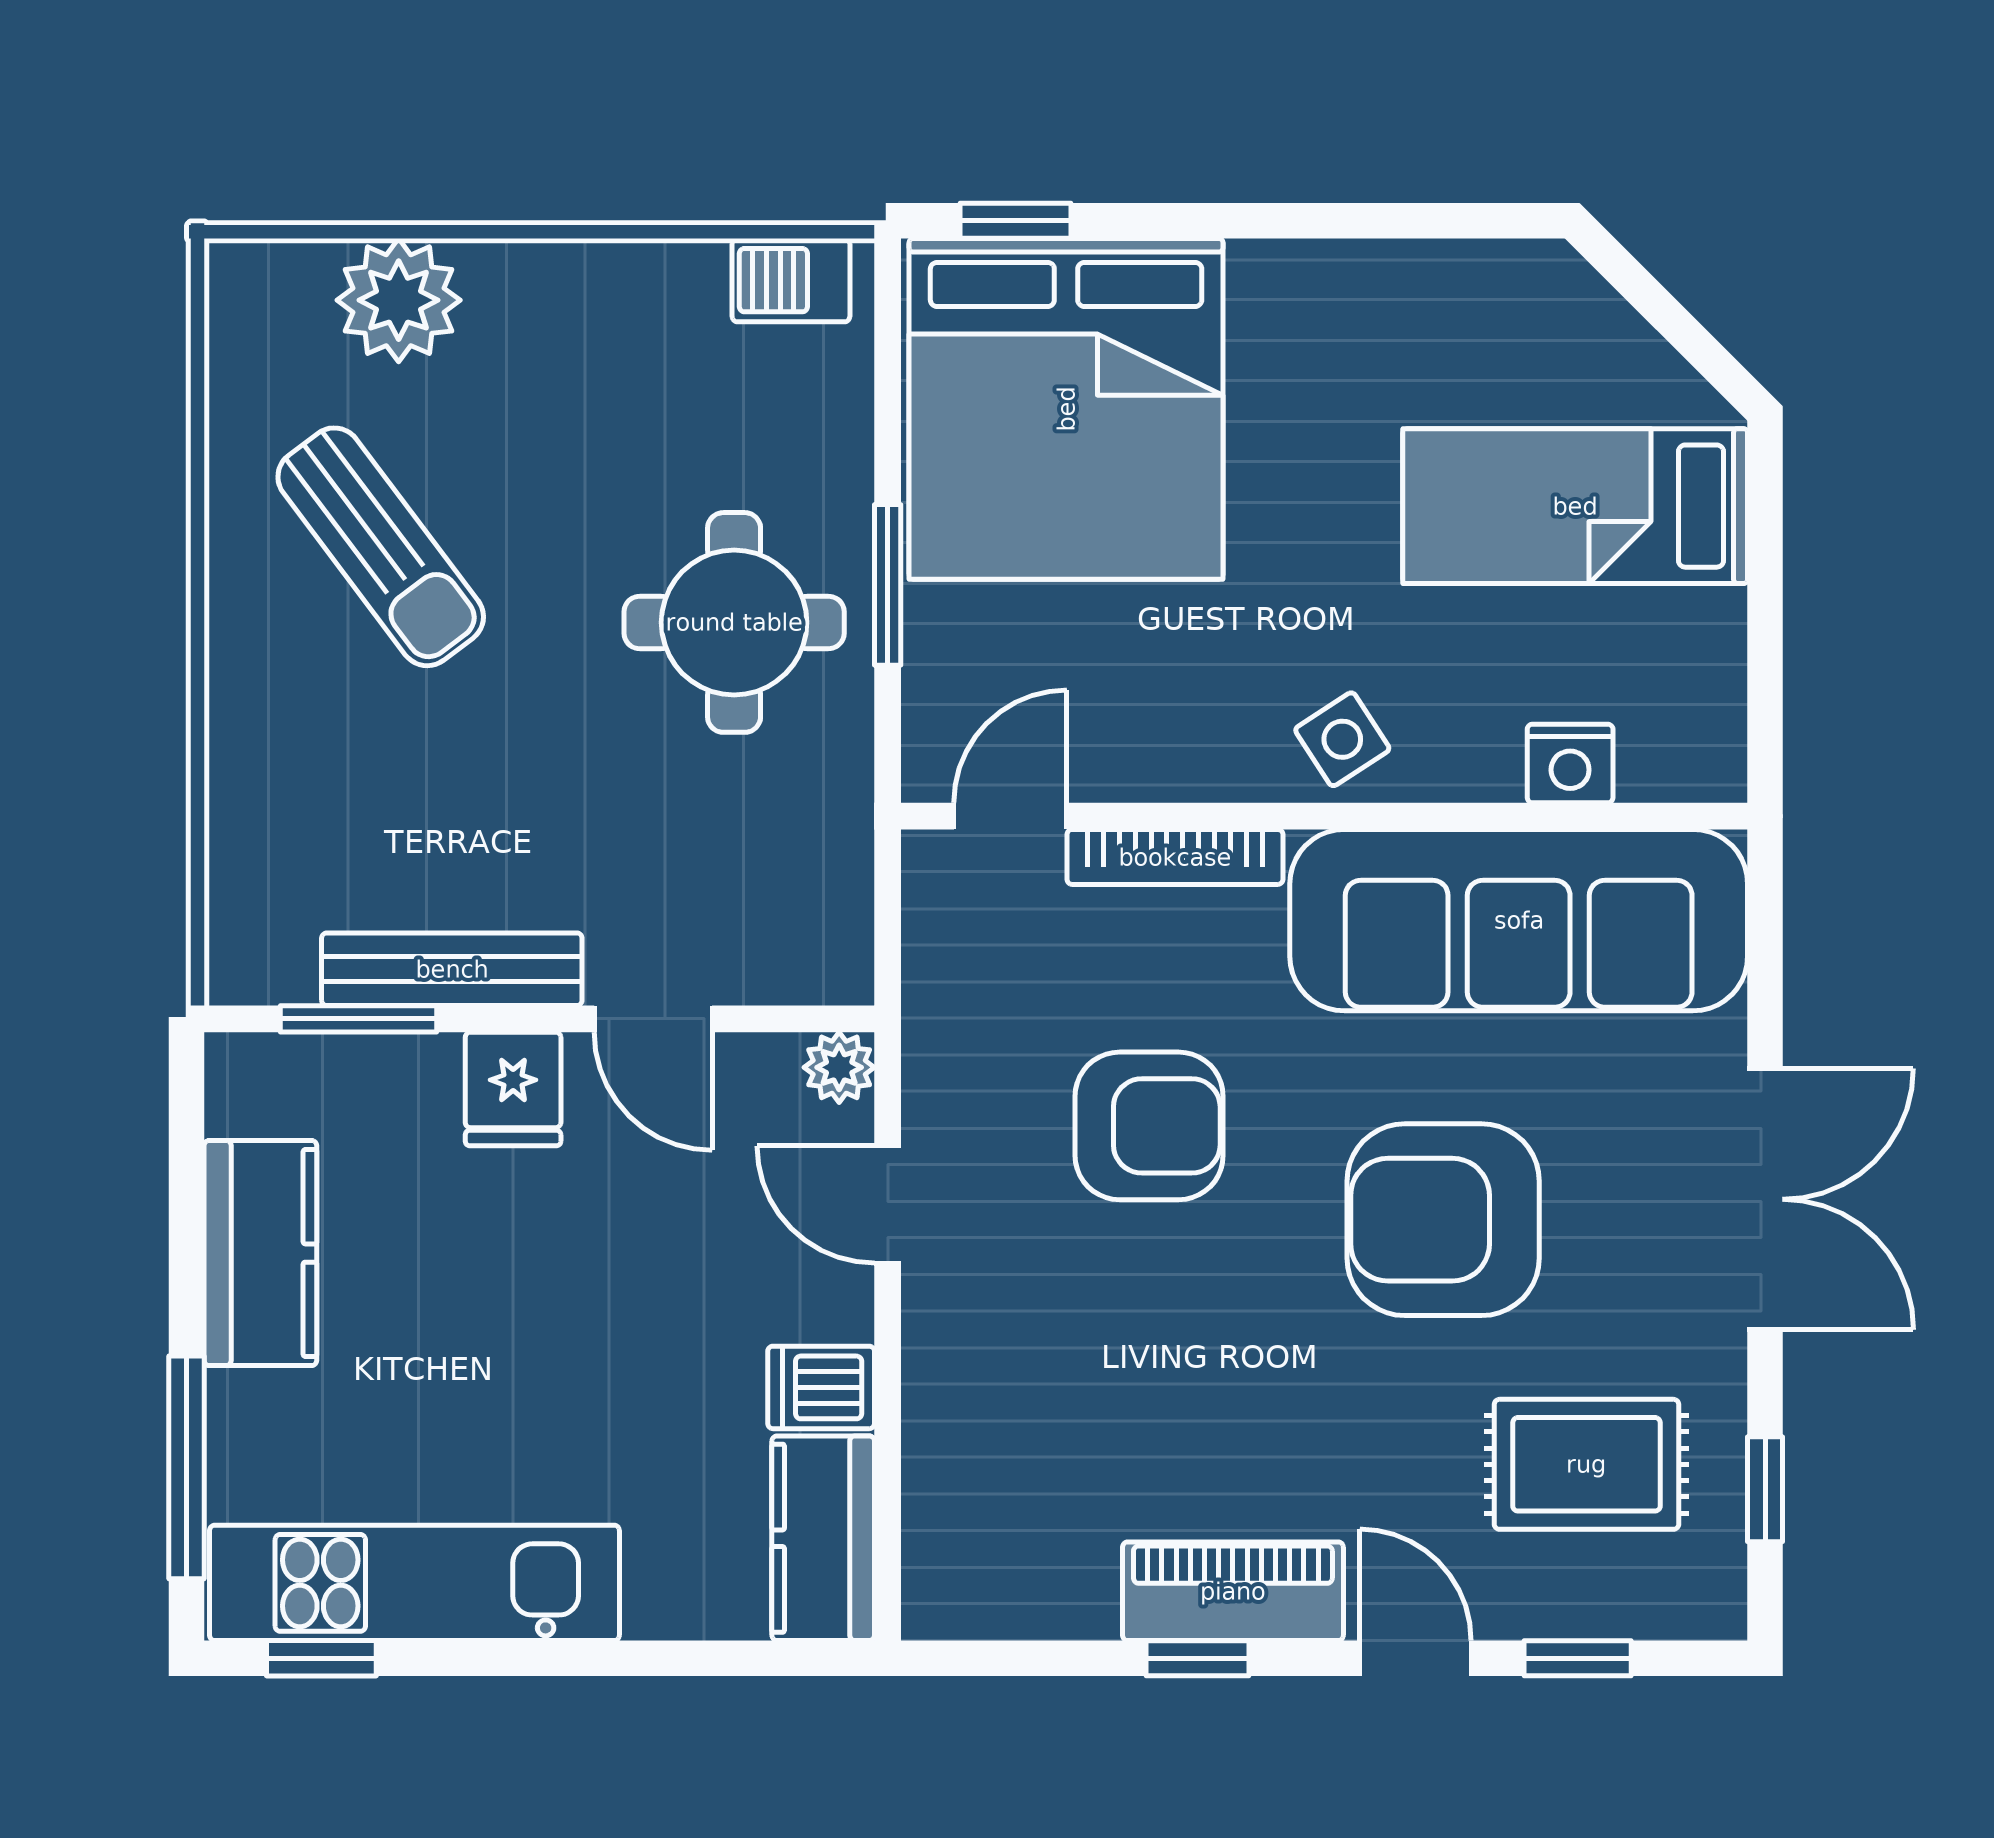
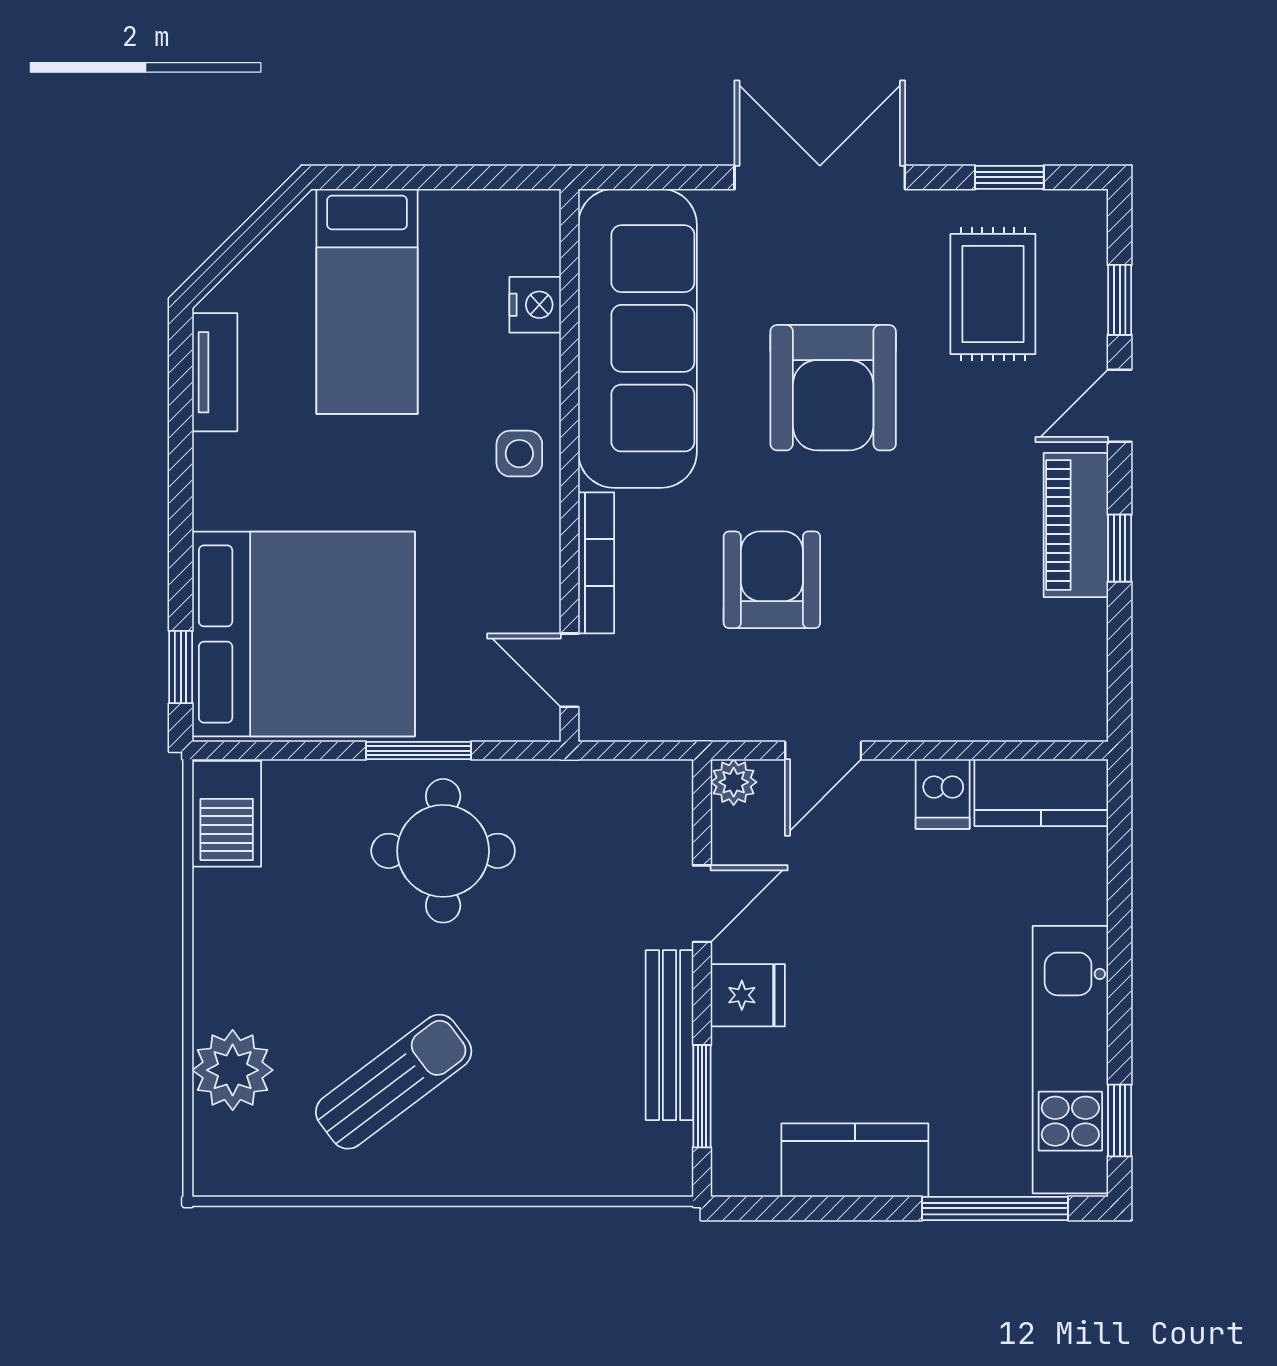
tv unit: (1467, 273) -> (215, 372), added
barbecue: (791, 280) -> (227, 814), width x1.38, depth x1.27
side table: (1342, 739) -> (519, 454), turned 33

